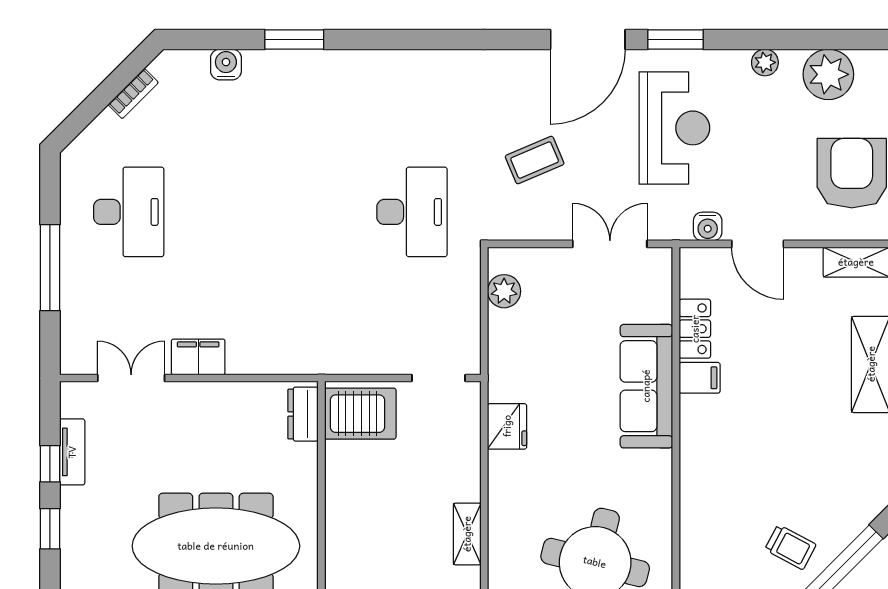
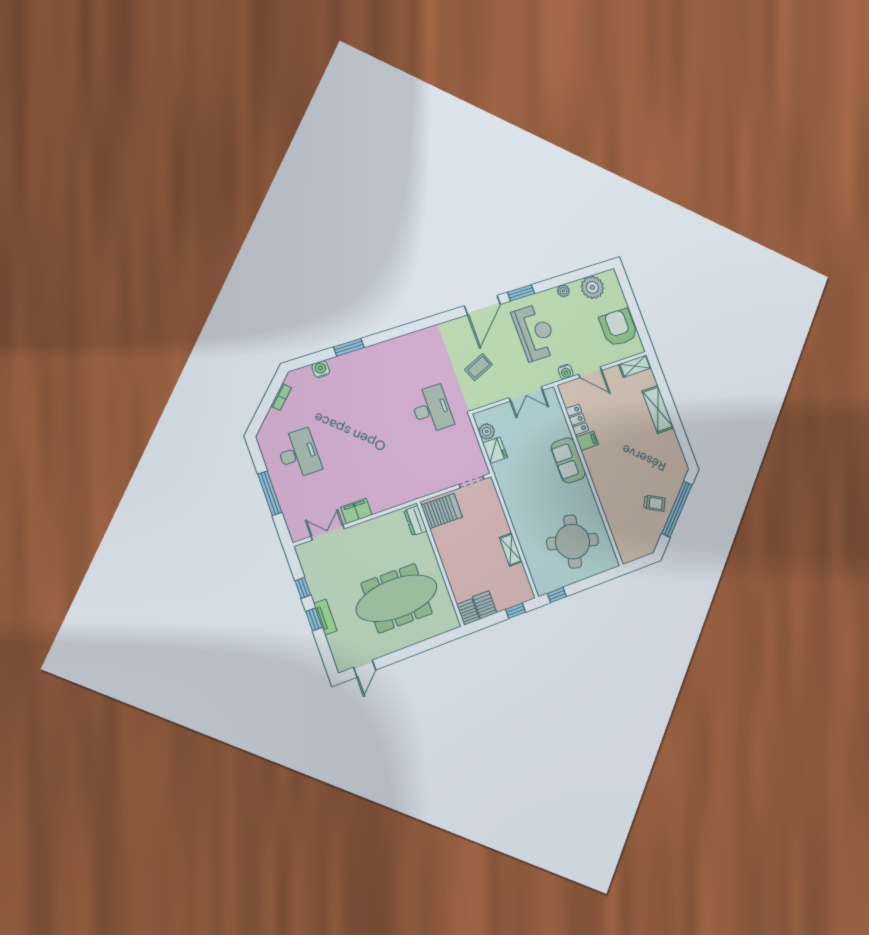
double door: (610, 244) -> (526, 394), swing flipped
sofa: (646, 386) -> (568, 460), width x0.73
fridge: (507, 426) -> (495, 450), moved
tv unit: (72, 452) -> (325, 617), moved

